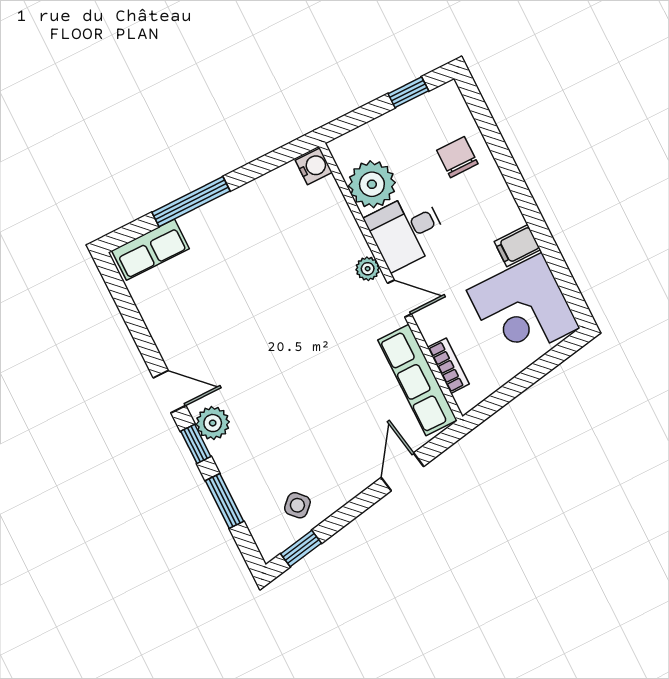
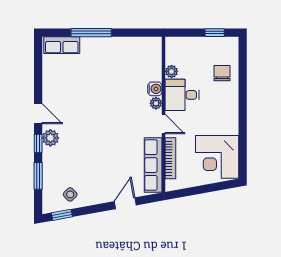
water cooler: (314, 166) -> (155, 89), moved
plant: (372, 184) -> (172, 71), width x0.53, depth x0.53
filing cabinet: (517, 246) -> (229, 127), removed
bookcase: (448, 366) -> (170, 158), width x1.56

